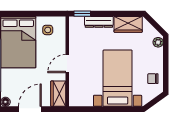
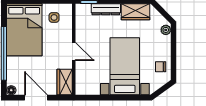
door: (67, 64) -> (74, 52), swing flipped
door: (30, 109) -> (36, 98), hinge flipped

